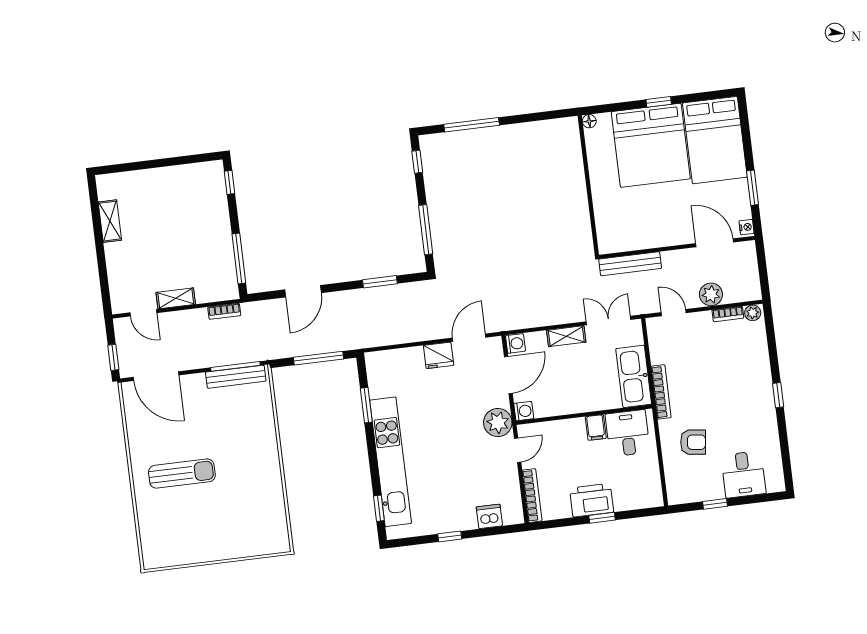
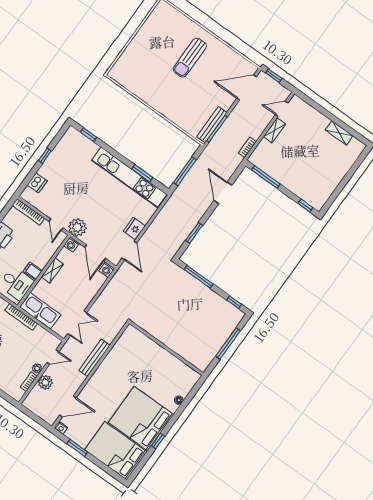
wall: (588, 185) -> (166, 348), moved
plant: (753, 313) -> (37, 368), moved
shelving: (566, 336) -> (52, 271), moved
kitchen unit: (391, 462) -> (129, 177), moved

